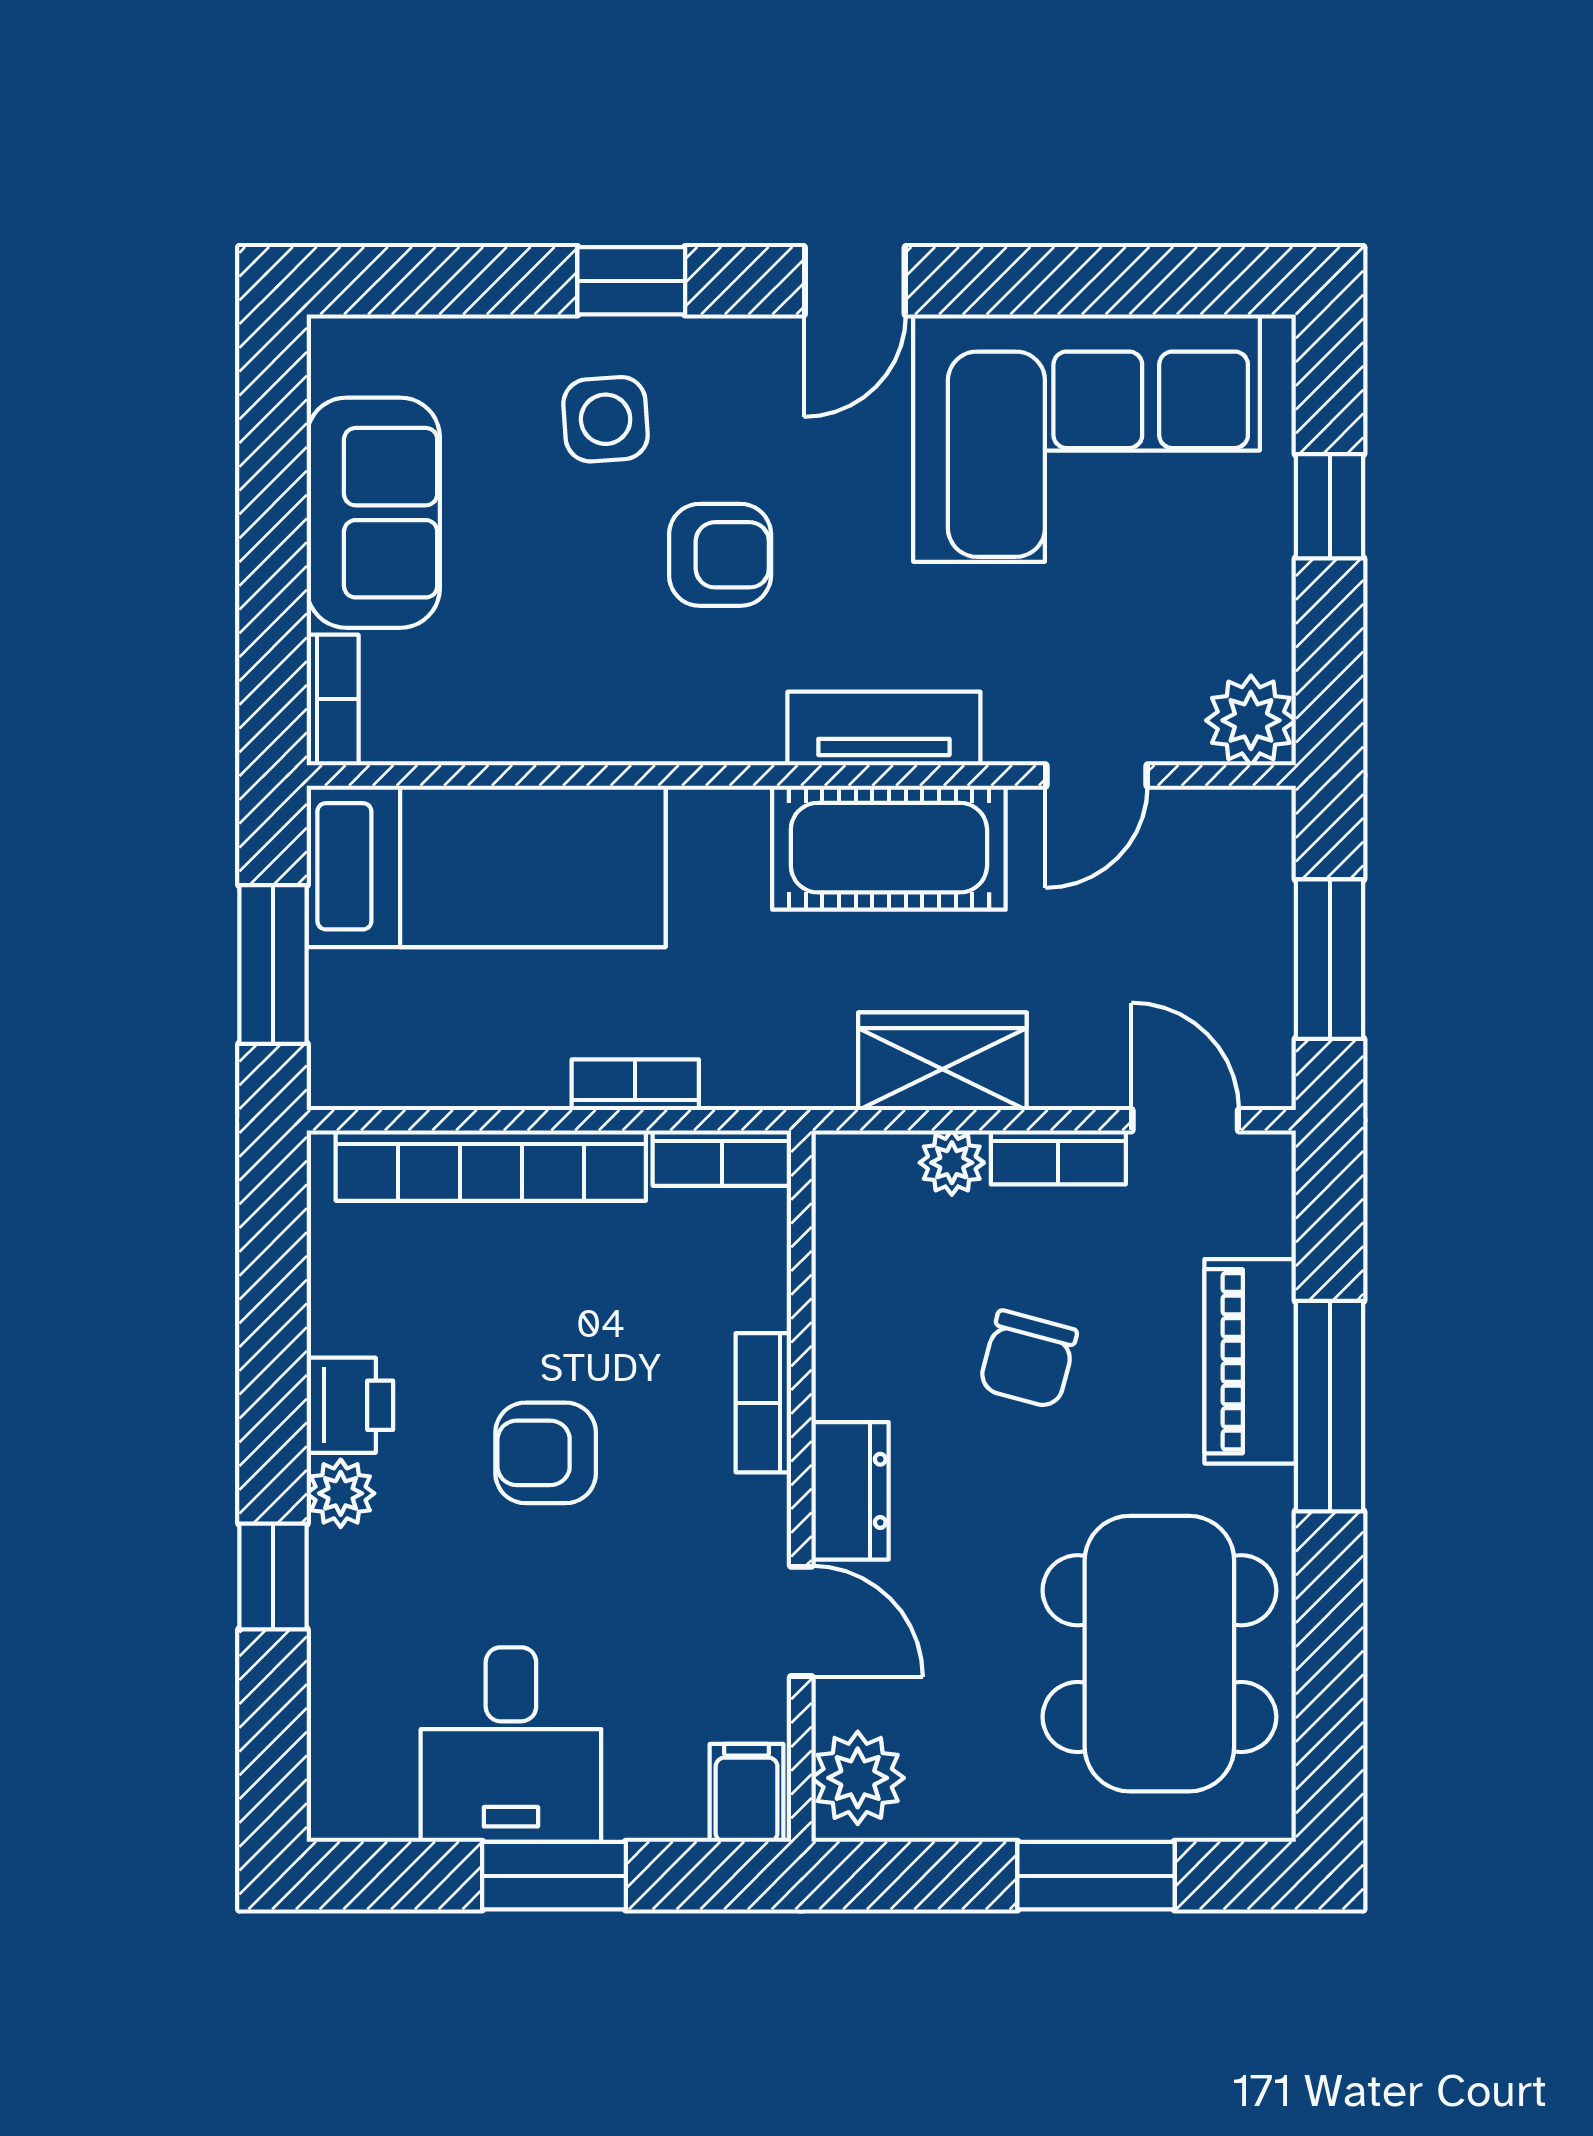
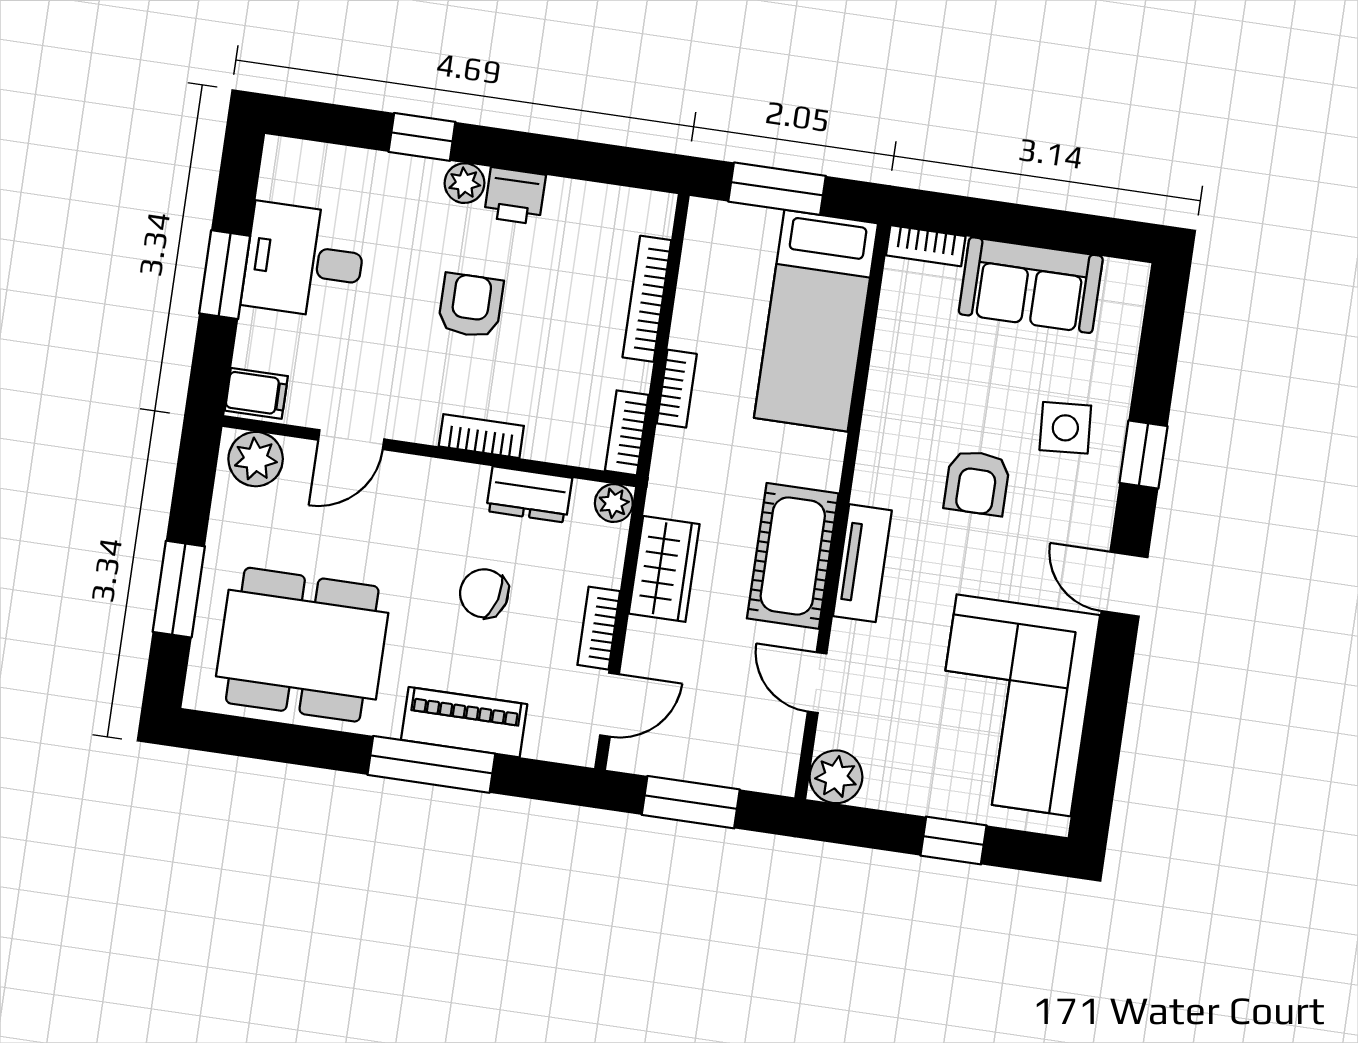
plant: (952, 1163) -> (614, 503), moved
bookcase: (491, 1166) -> (647, 299), width x0.68, depth x0.76
dresser: (850, 1491) -> (529, 494), moved

